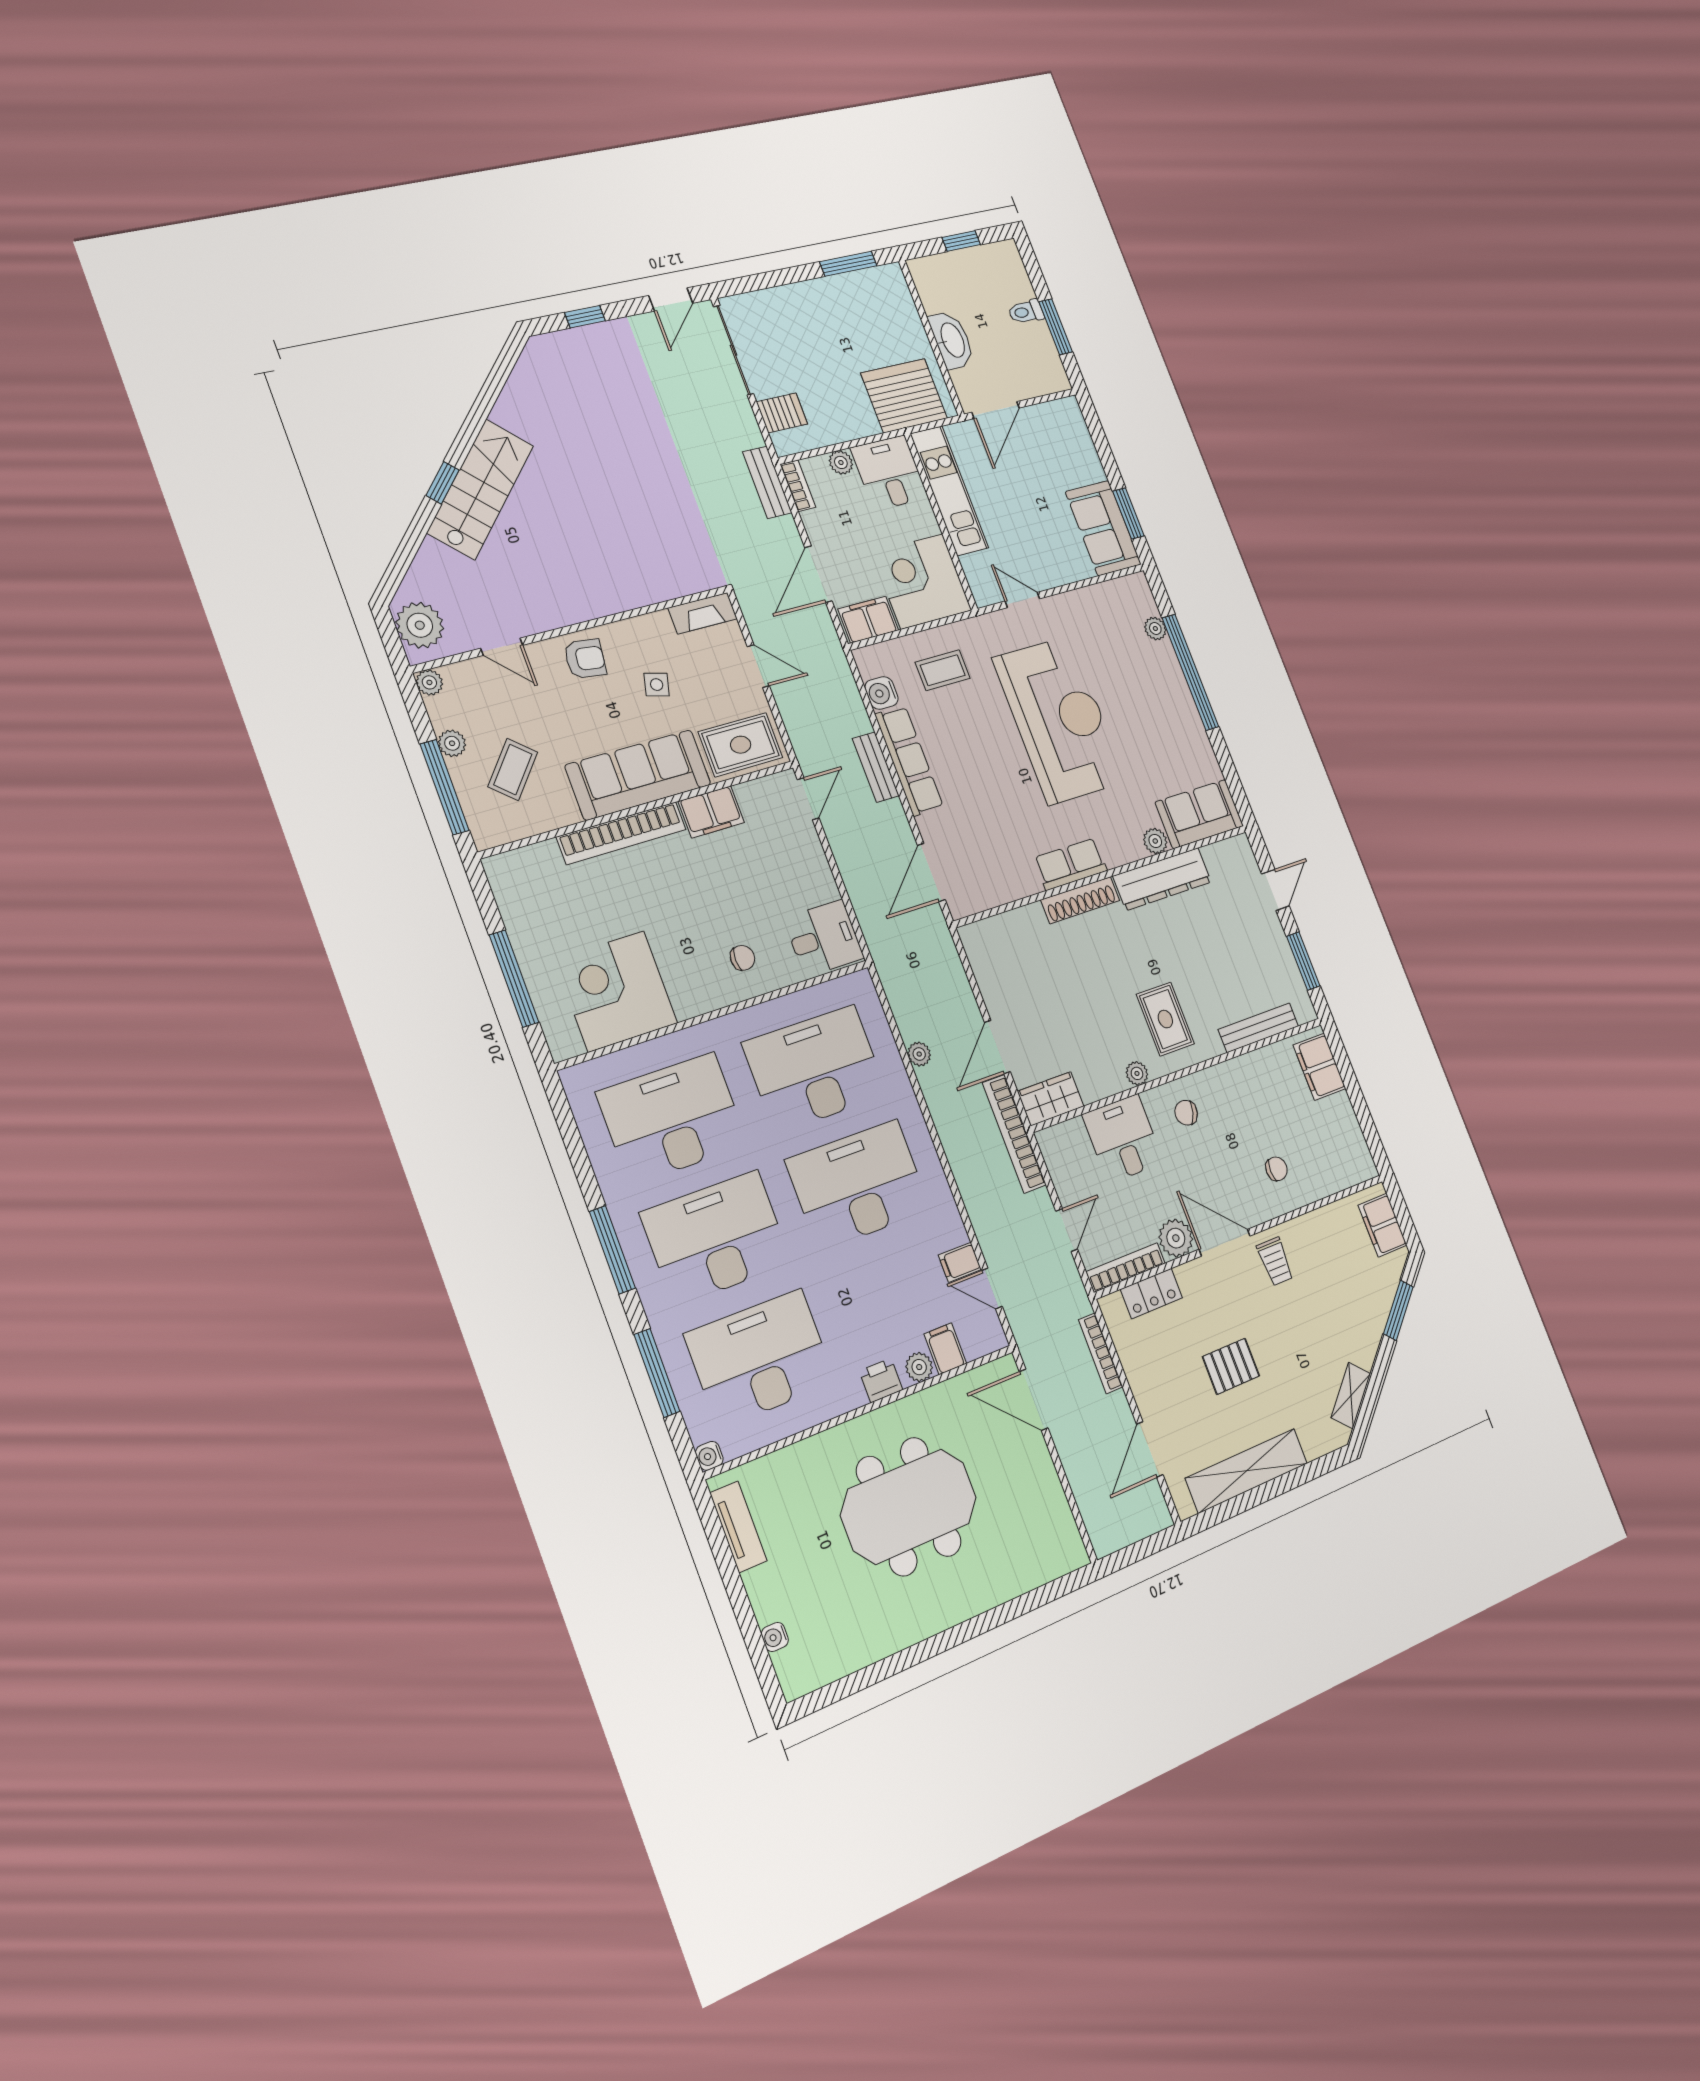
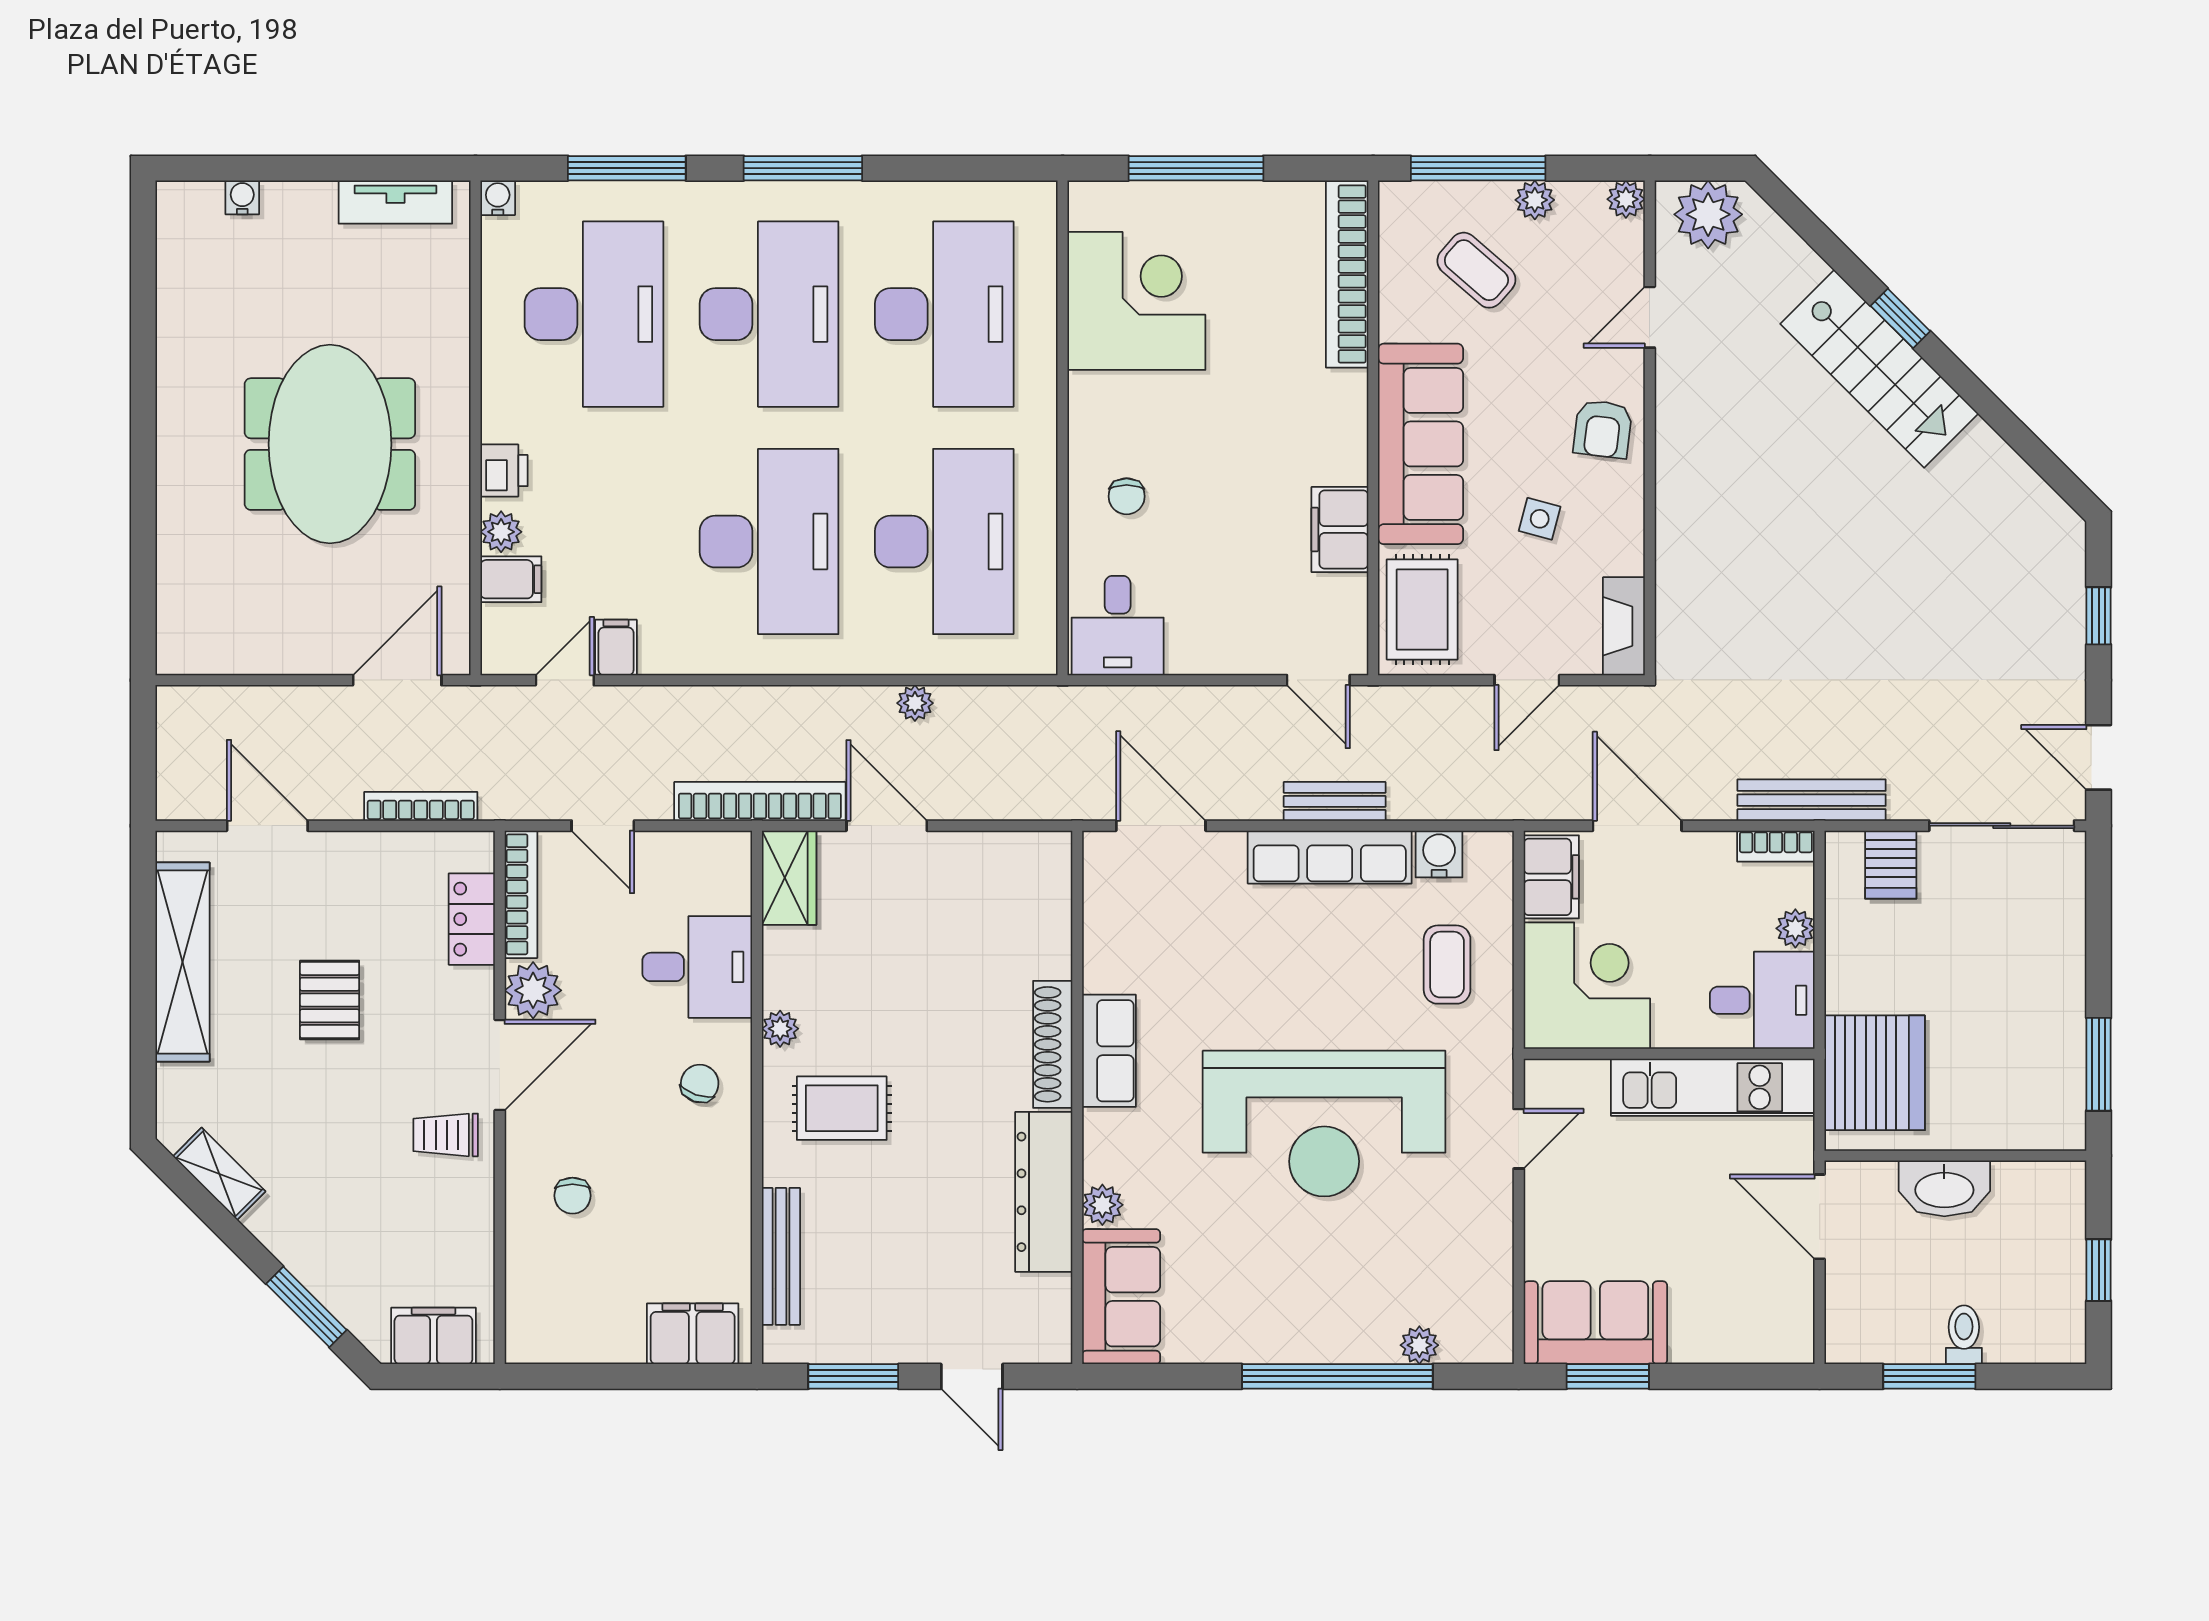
bench: (767, 482) -> (1812, 800), width x1.36
bookcase: (622, 833) -> (1347, 274), moved

